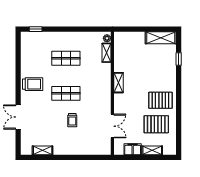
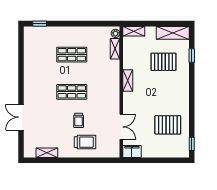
trolley: (33, 84) -> (85, 142), moved
pallet: (160, 100) -> (164, 62), moved
window: (179, 142) -> (192, 144), added
filing cabinet: (133, 149) -> (132, 151), moved
shelving: (152, 150) -> (134, 31), moved

